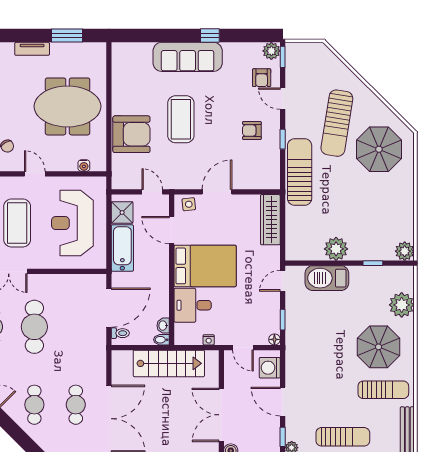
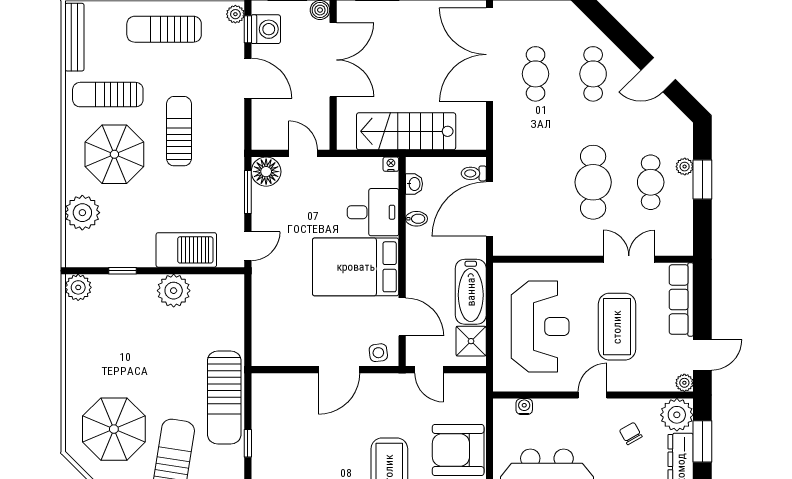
armchair: (252, 130) -> (291, 455), removed
door: (35, 174) -> (593, 395), swing flipped
wardrobe: (270, 220) -> (265, 331), removed
window: (283, 320) -> (248, 192), width x1.50
floor lamp: (274, 339) -> (266, 172), width x1.89, depth x1.89
bidet: (161, 340) -> (416, 219), moved
nightstand: (209, 340) -> (391, 164), moved
sun lounger: (332, 364) -> (179, 131), added
washing machine: (270, 368) -> (266, 29), moved

